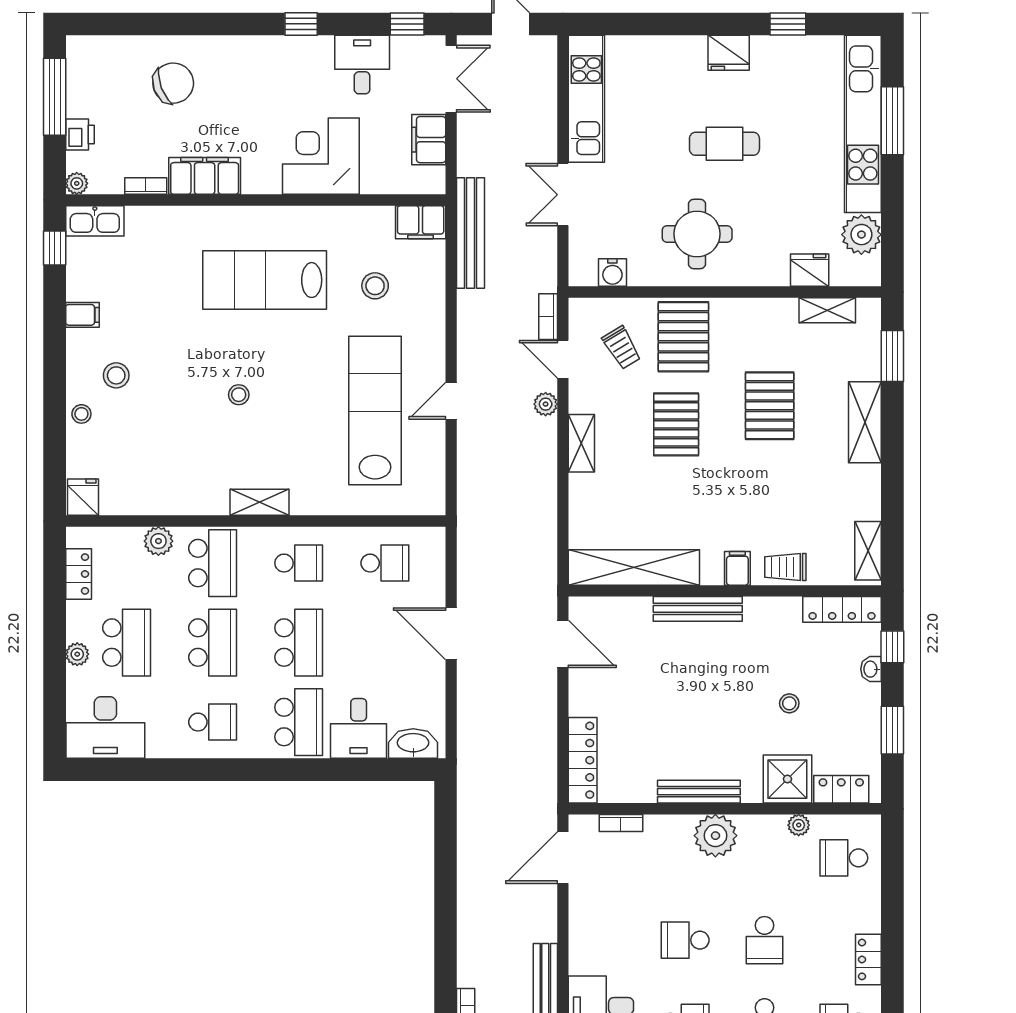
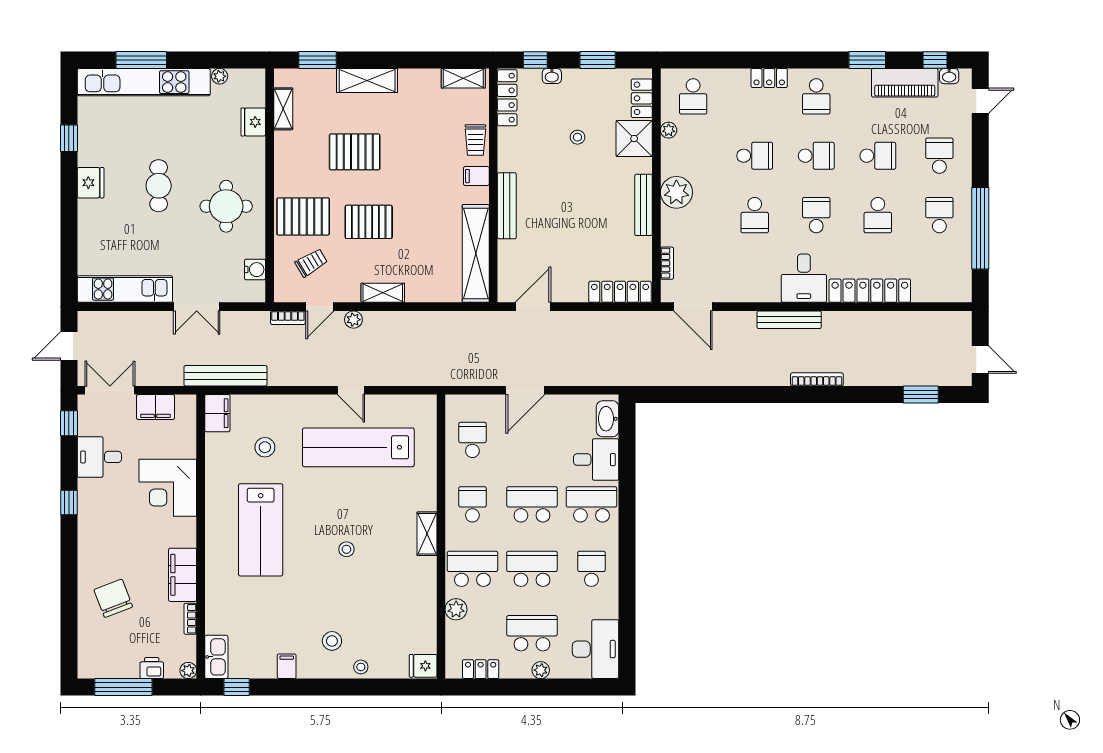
plant: (861, 235) -> (220, 76), width x0.53, depth x0.53

